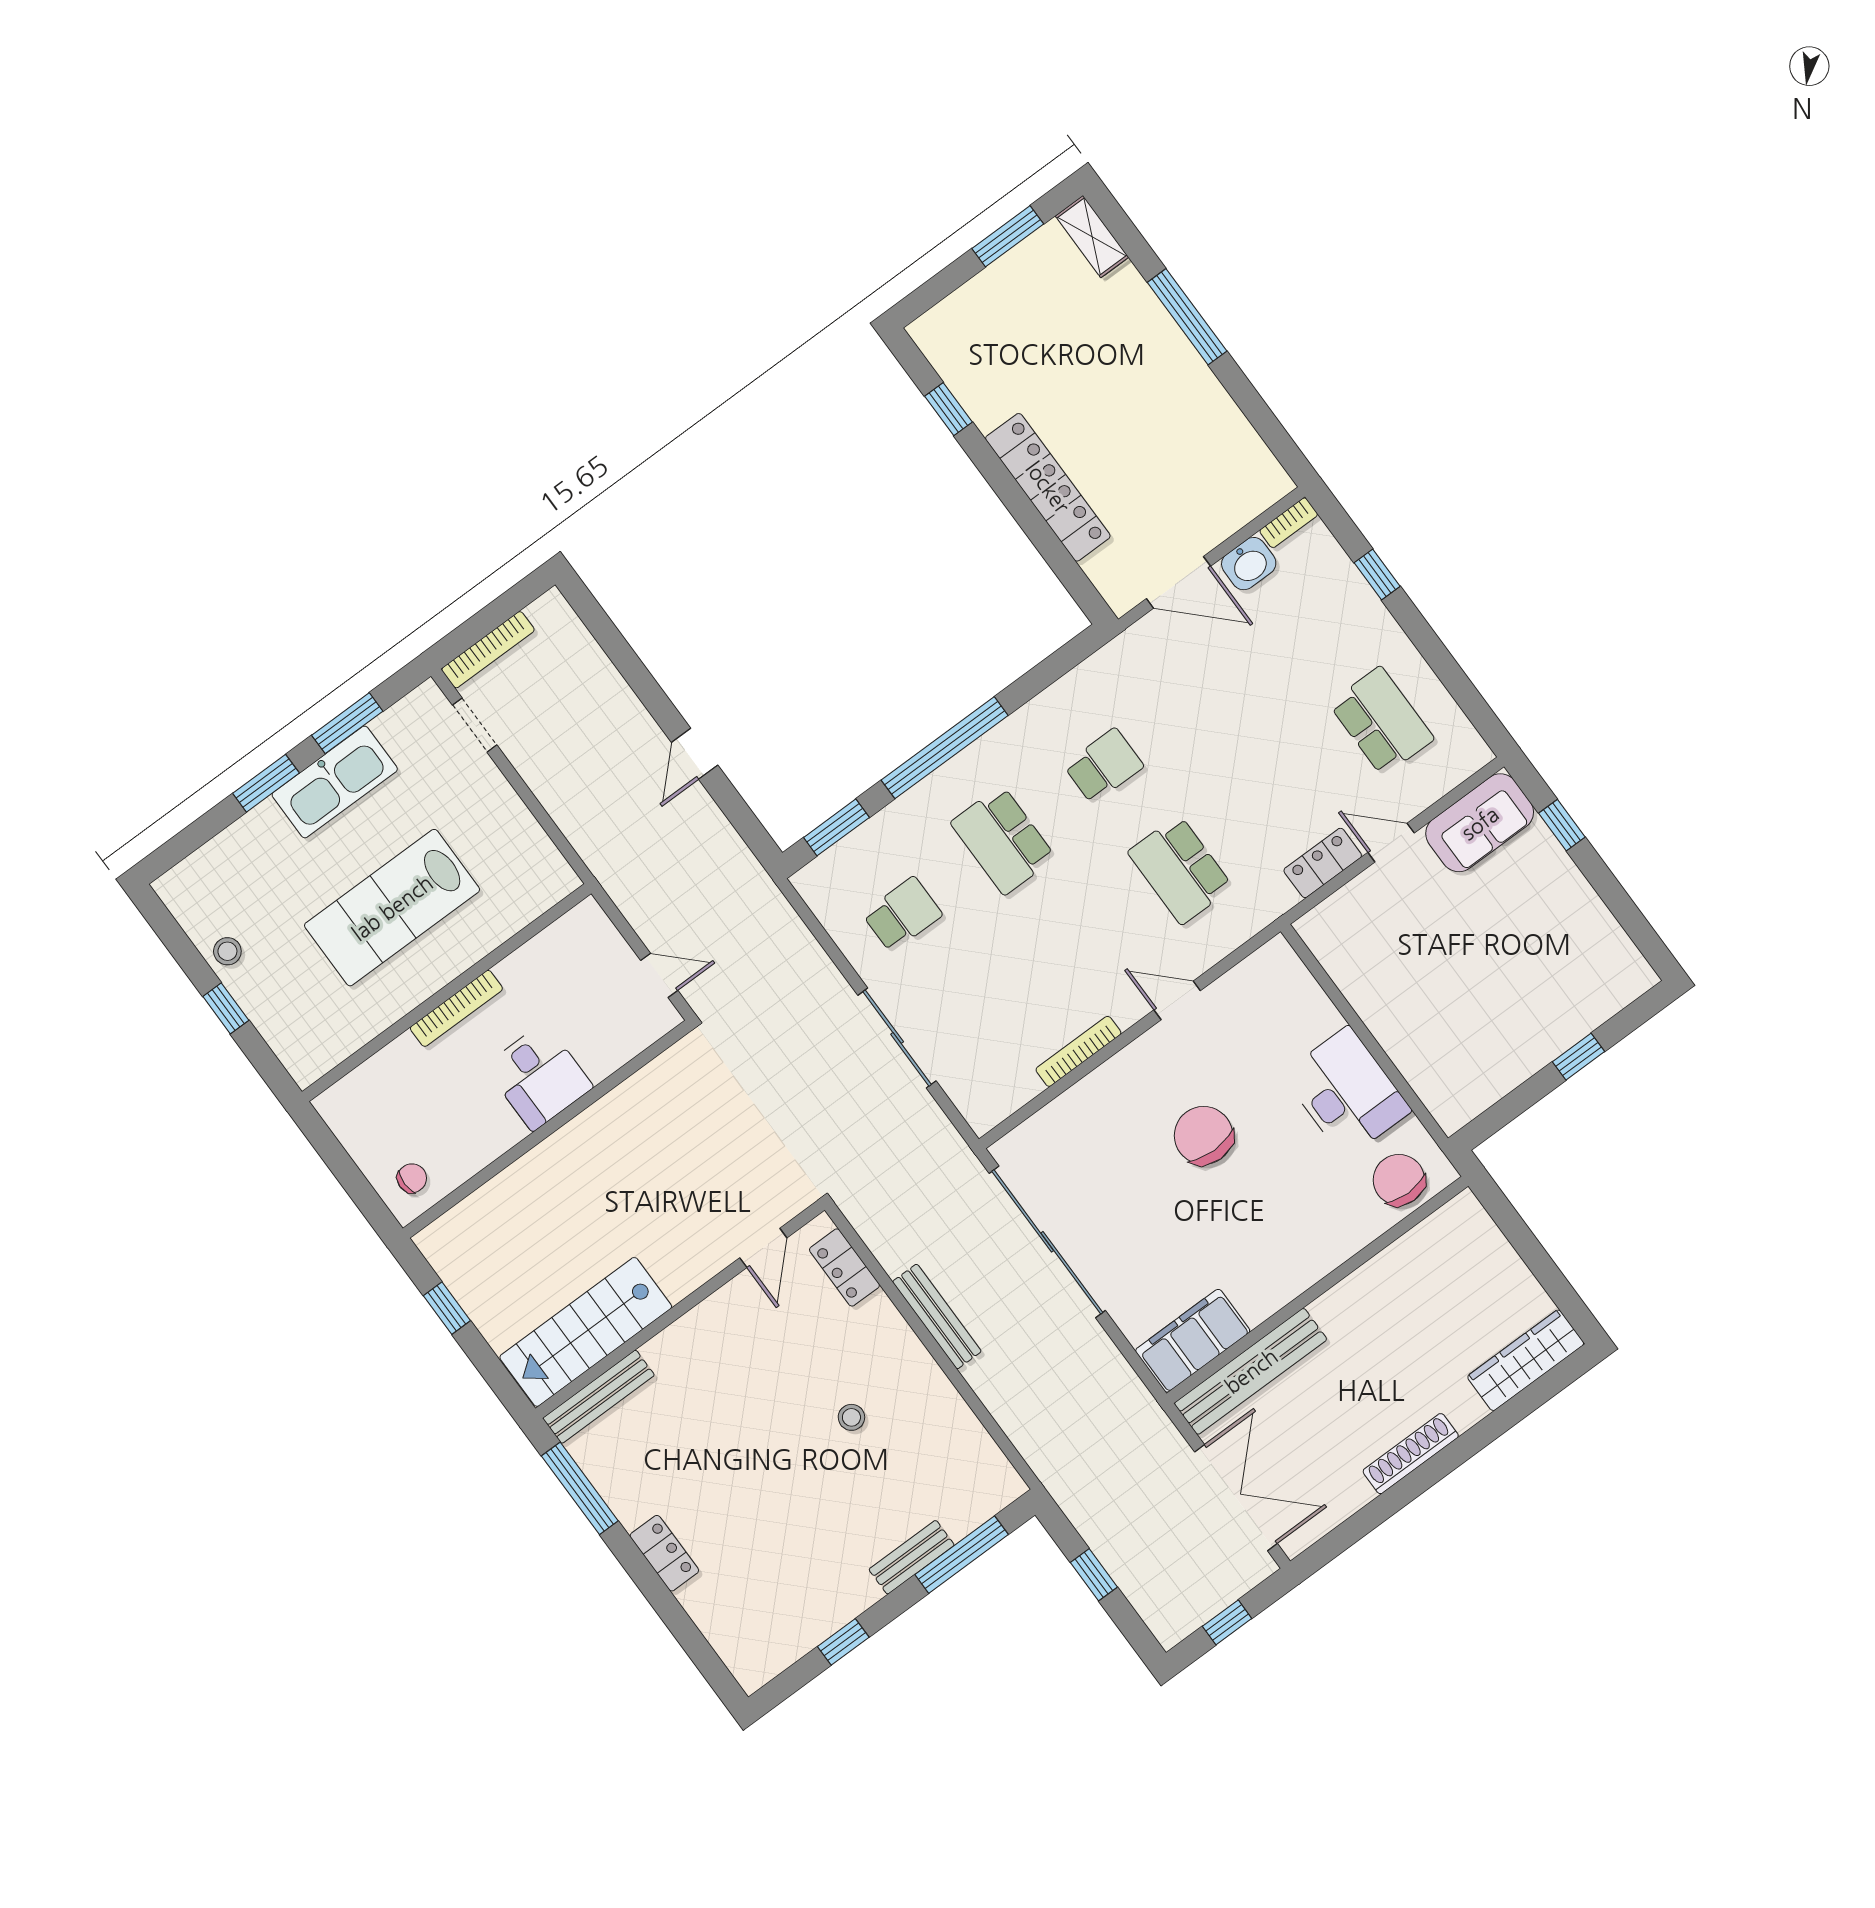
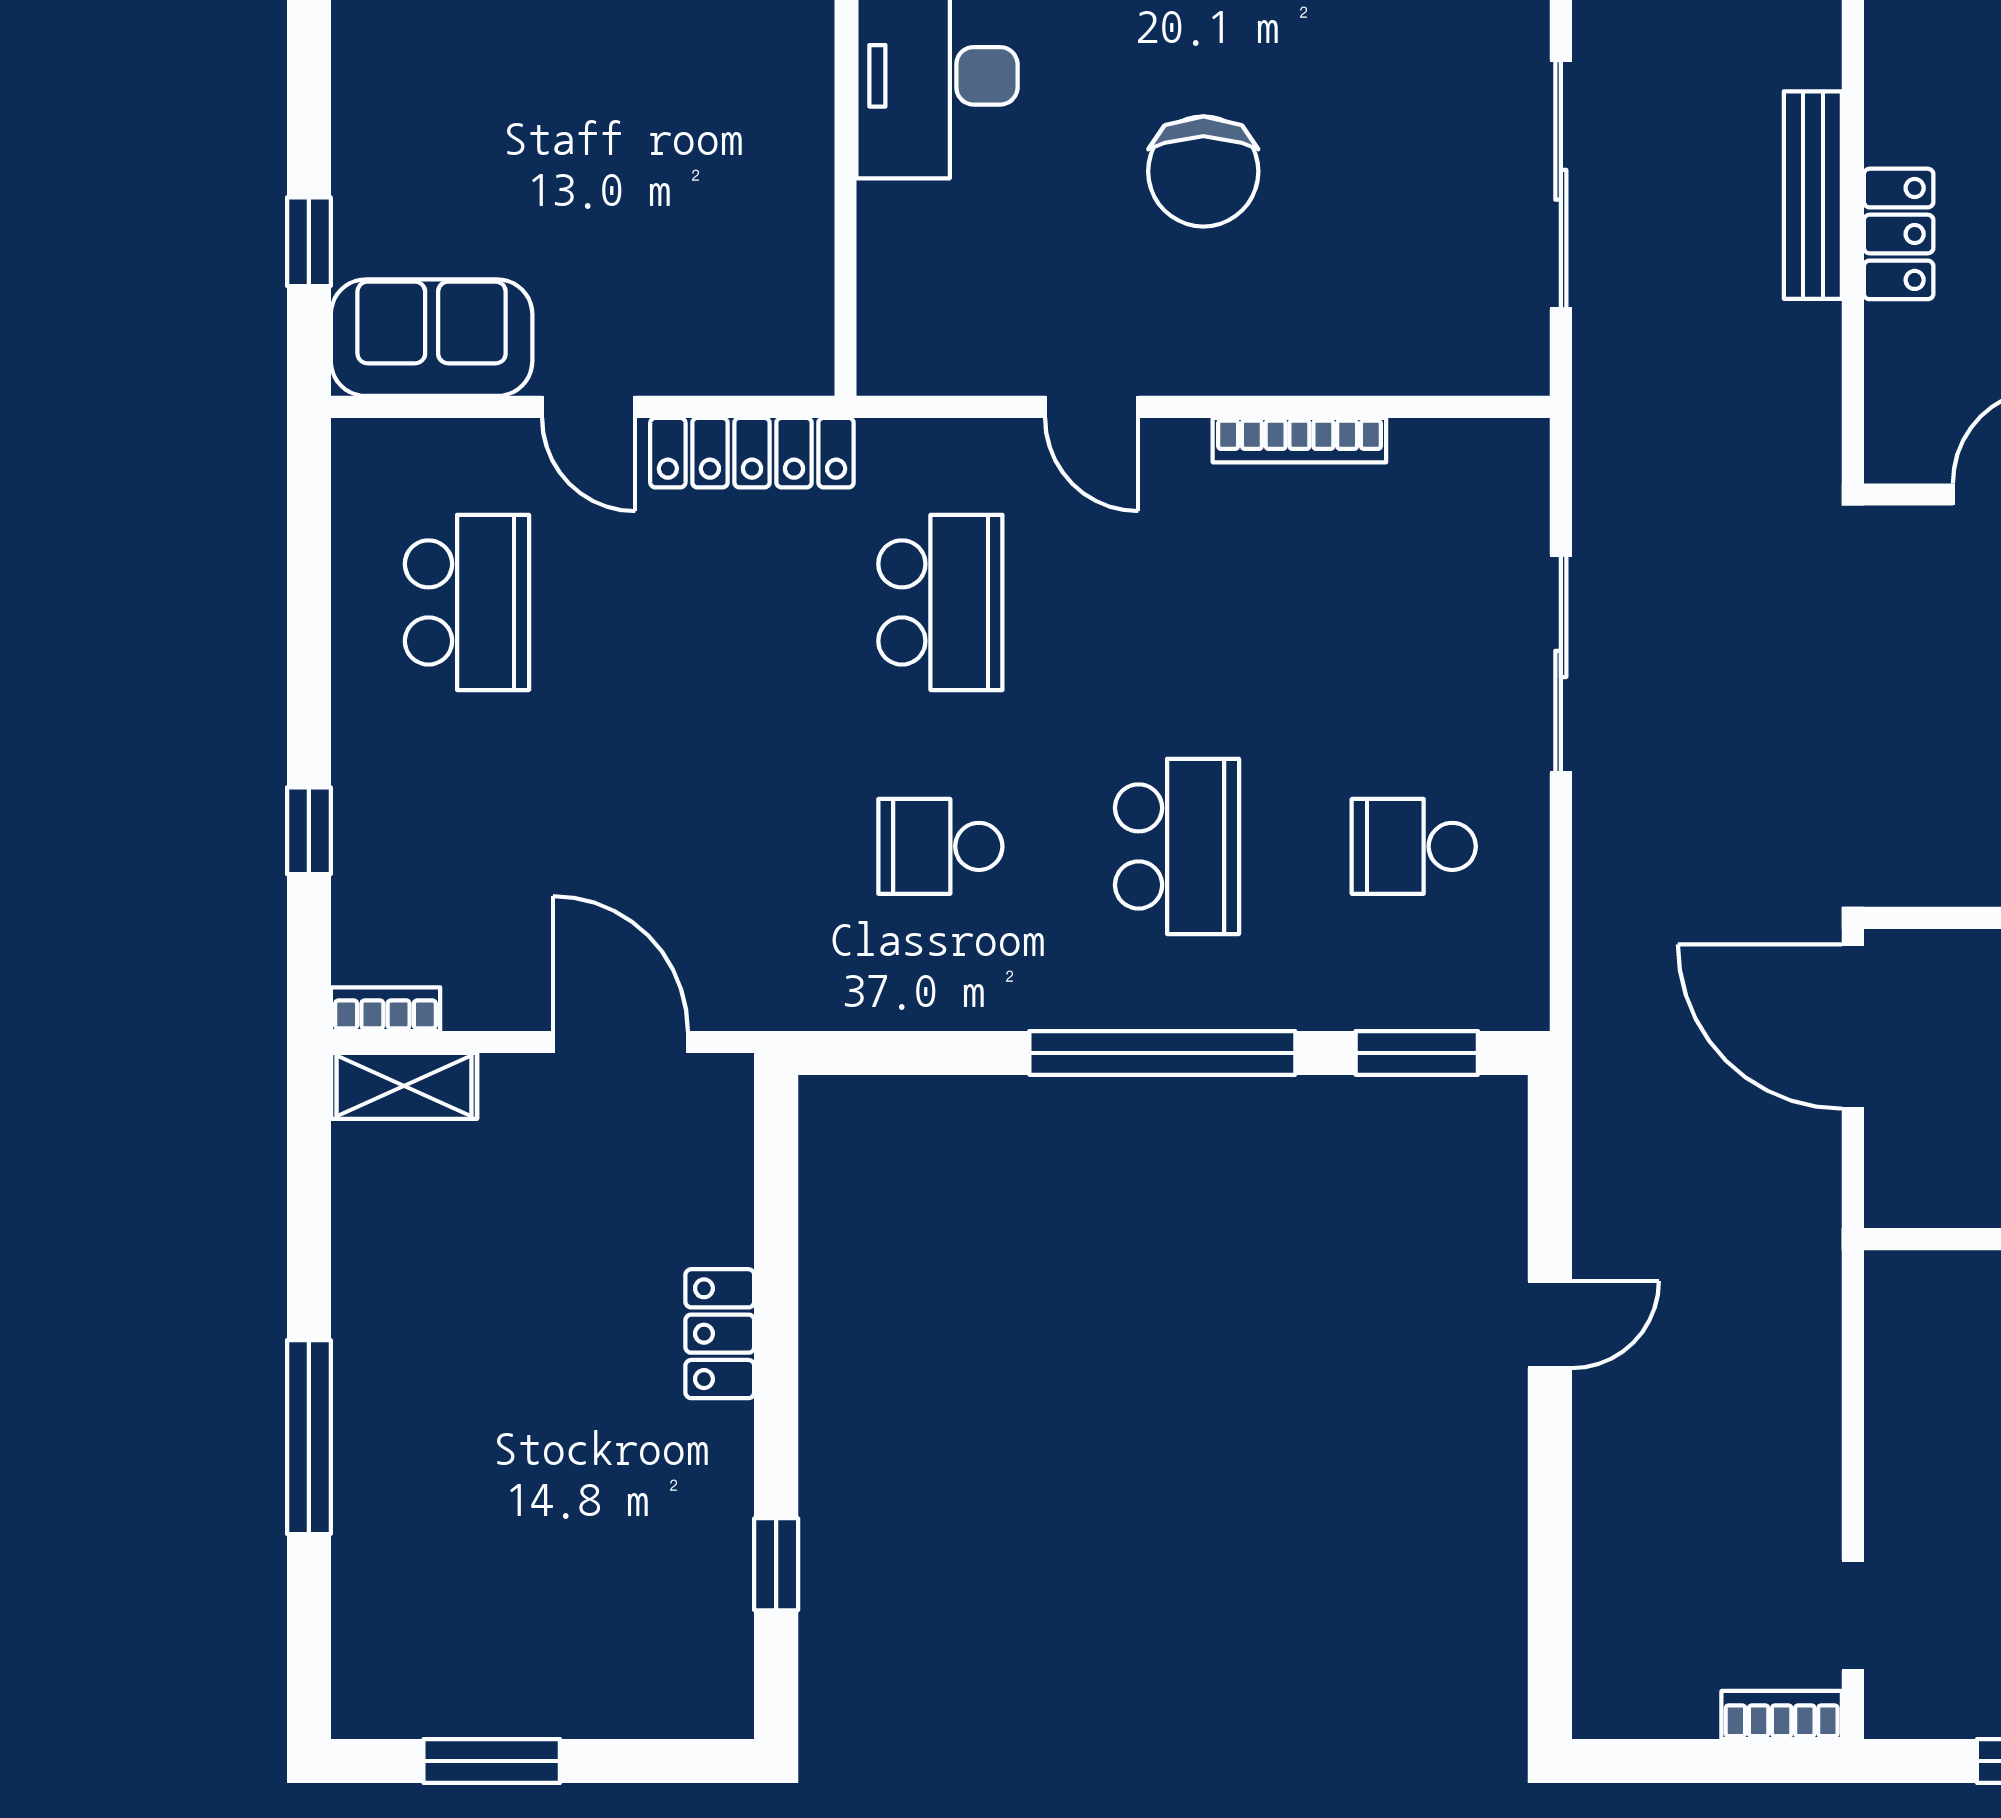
shelving: (1092, 237) -> (404, 1086), moved, turned 90
locker: (1048, 487) -> (720, 1334), width x0.46, depth x0.83
washbasin: (1249, 564) -> (492, 992), removed
bookcase: (488, 650) -> (1782, 1715), width x0.64
school desk: (1382, 721) -> (467, 602), turned 180
locker: (1323, 863) -> (752, 453), width x1.53
door: (659, 975) -> (1853, 1027), width x1.88
sliding door: (1047, 1242) -> (1561, 185), width x0.73
locker: (844, 1267) -> (1899, 234), moved

